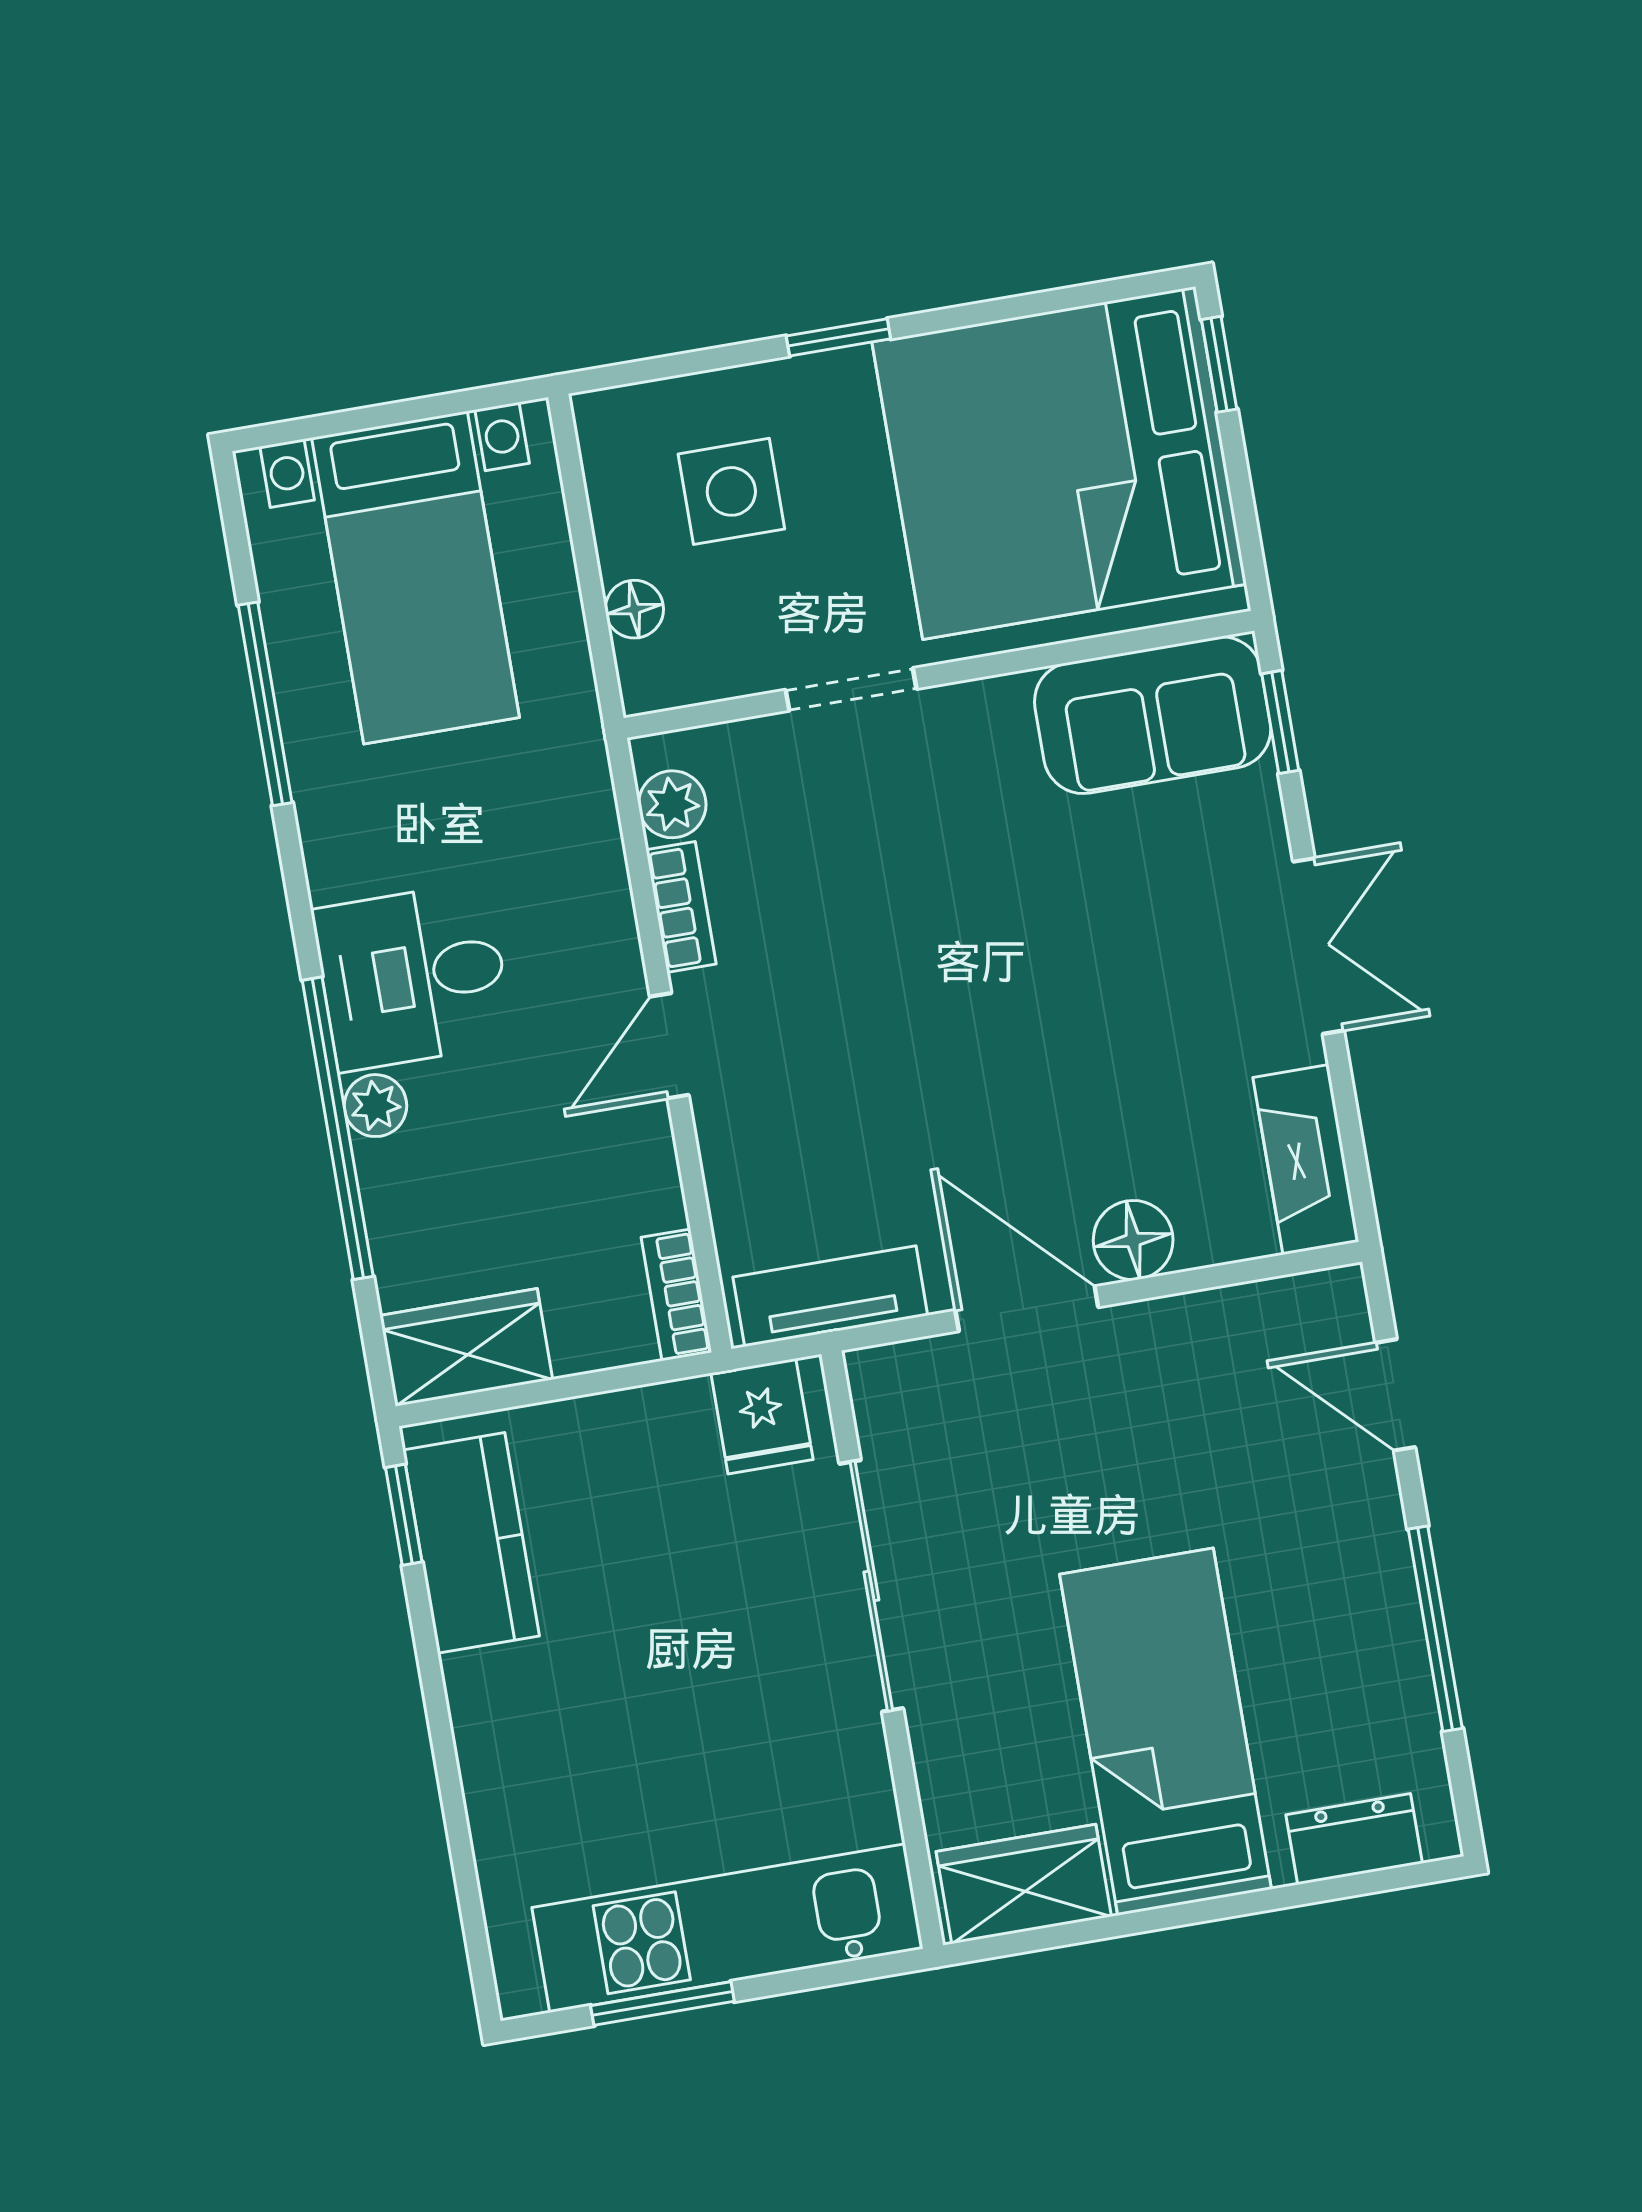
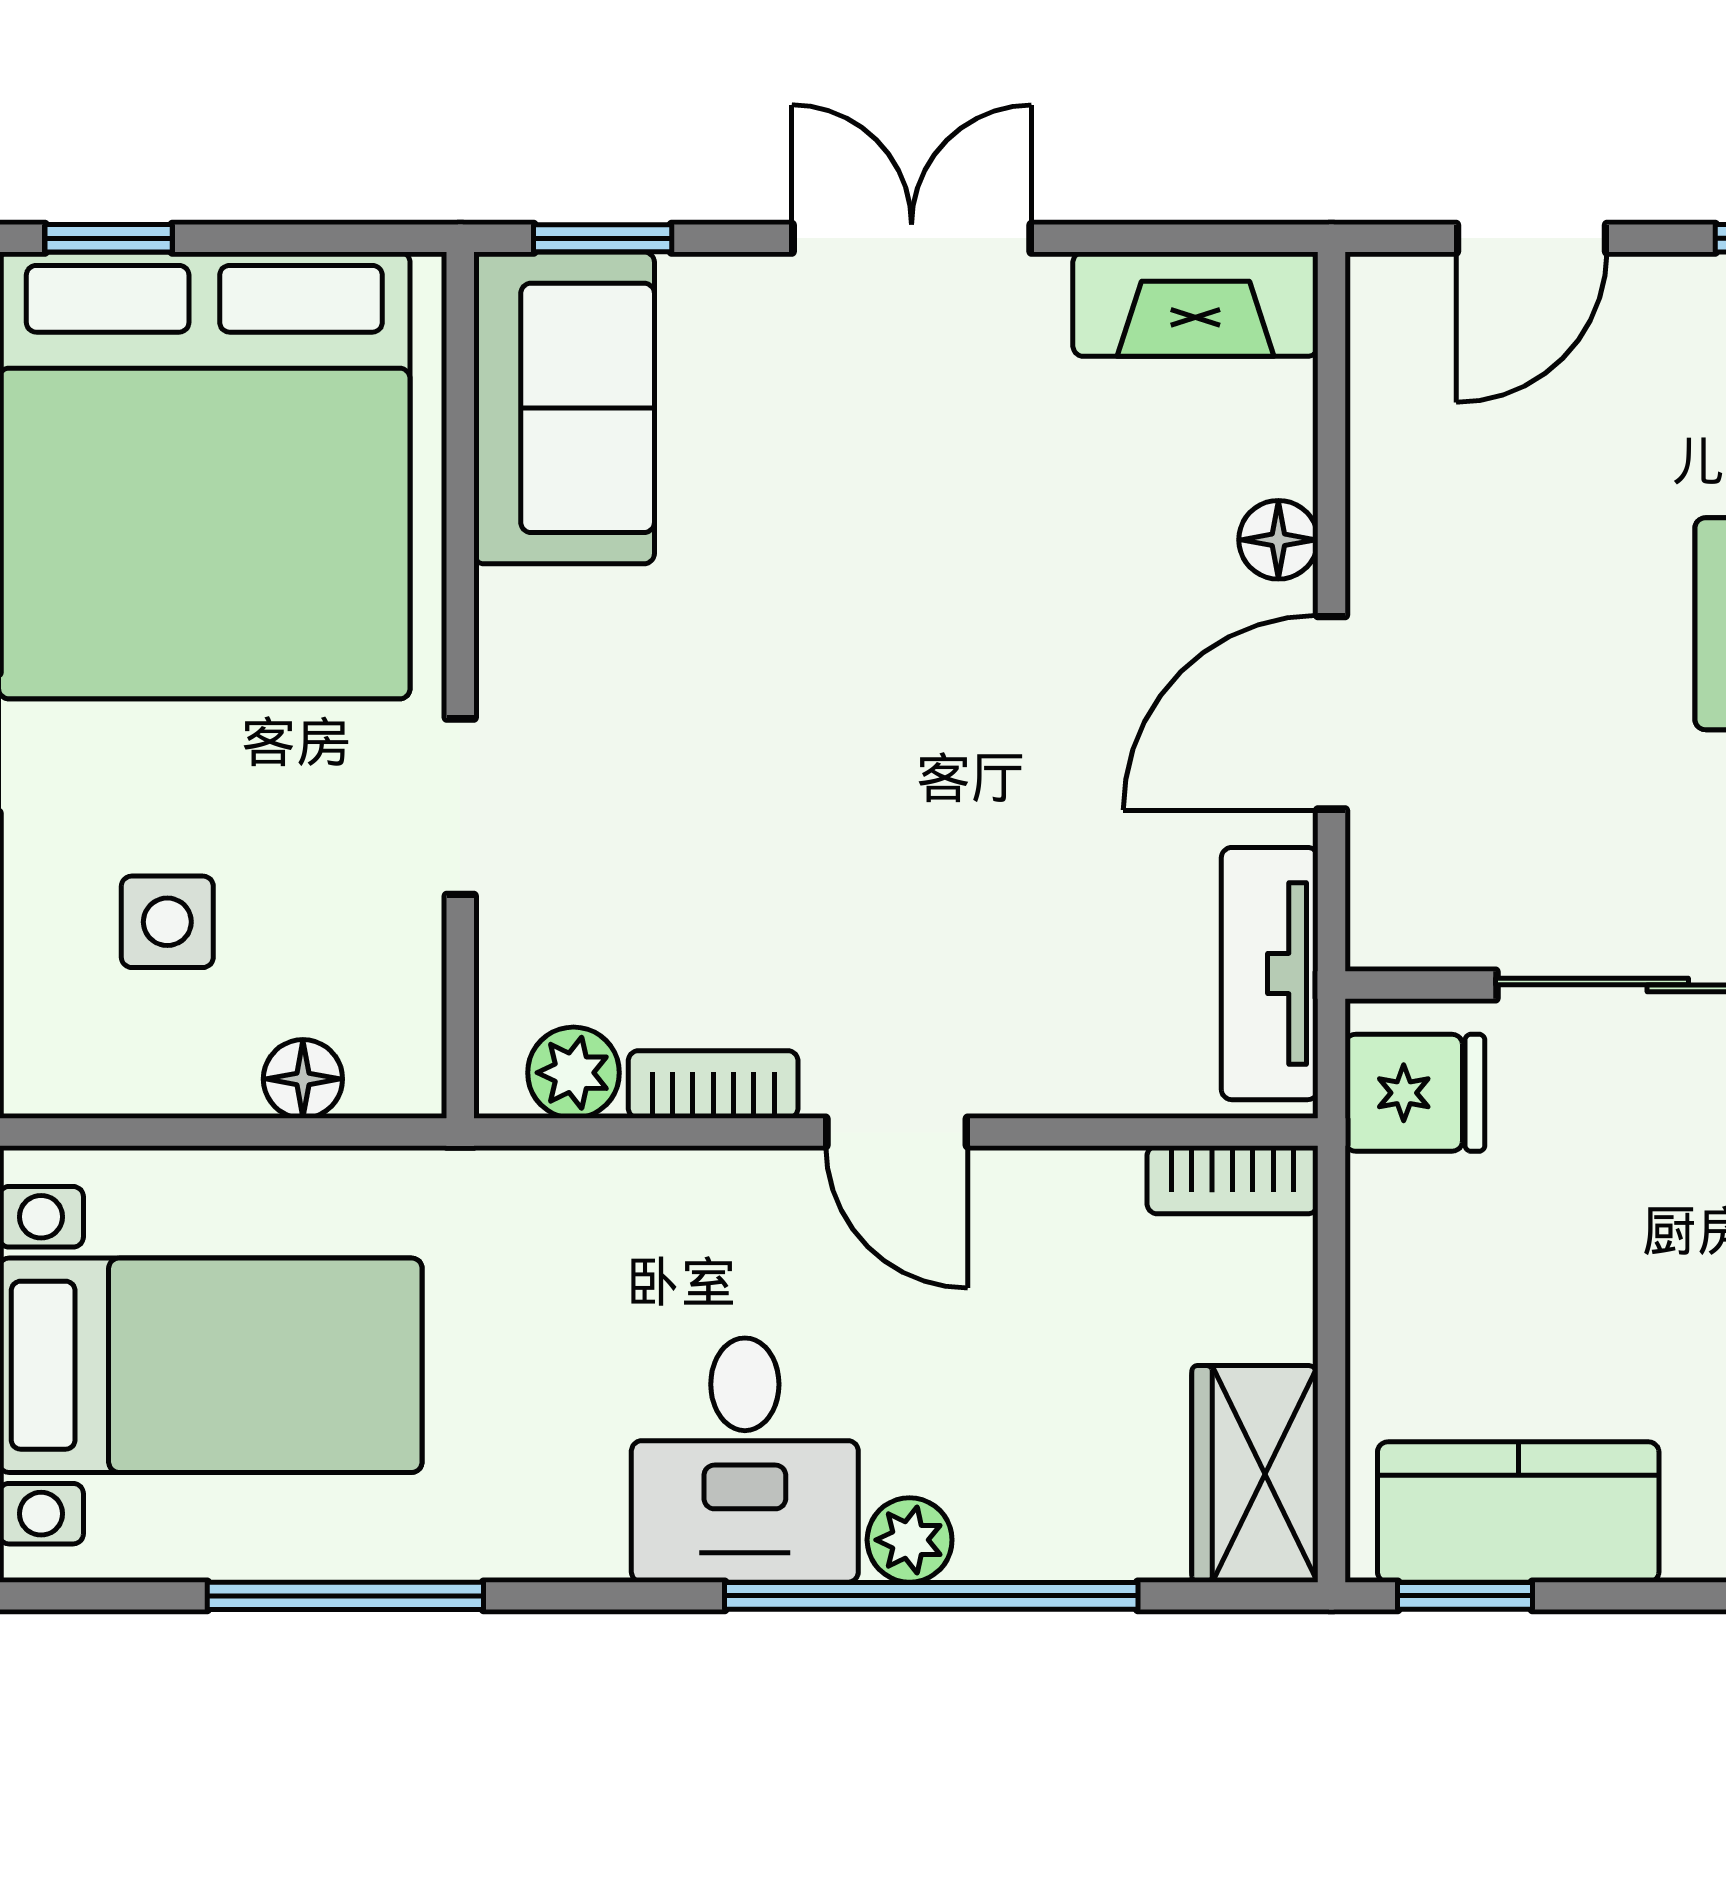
side table: (731, 491) -> (167, 922), width x0.73, depth x0.73
floor lamp: (1133, 1240) -> (1278, 540), width x0.73, depth x0.73

